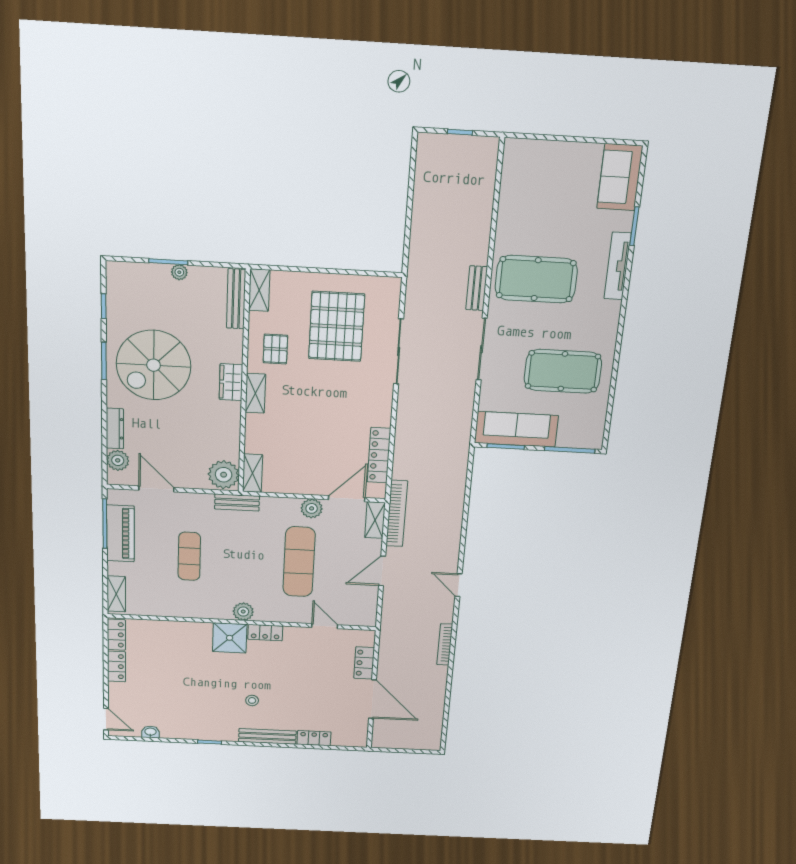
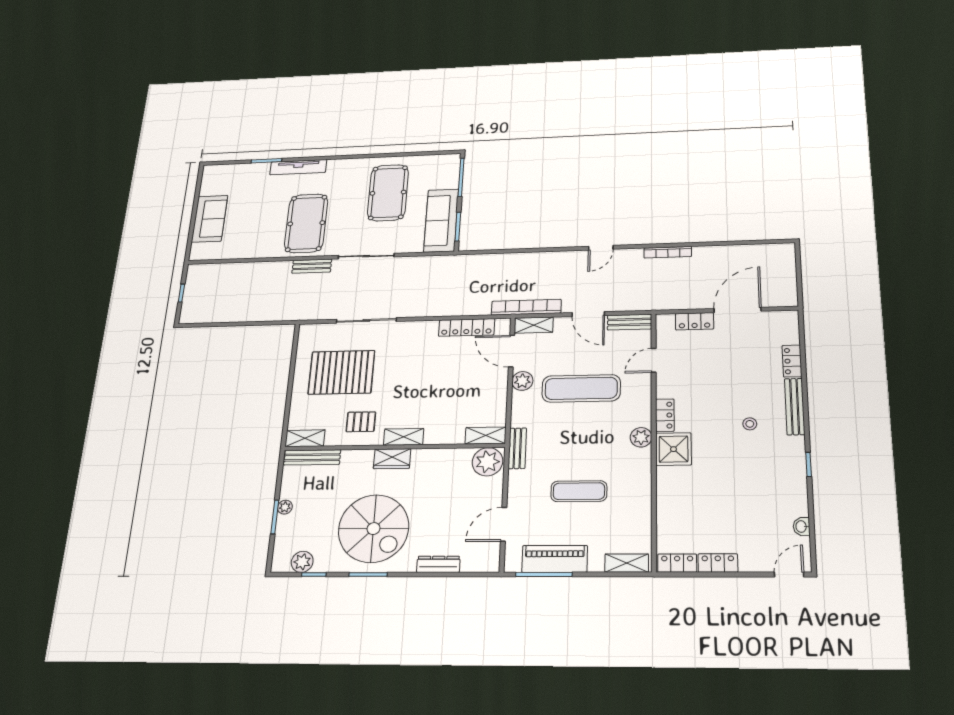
sofa: (620, 177) -> (210, 219), moved, turned -90
plant: (118, 460) -> (302, 562), moved
bench: (369, 607) -> (630, 322), added

